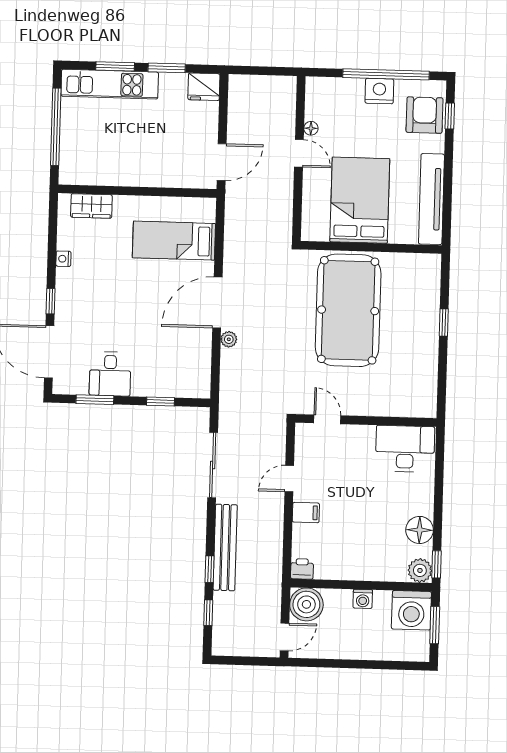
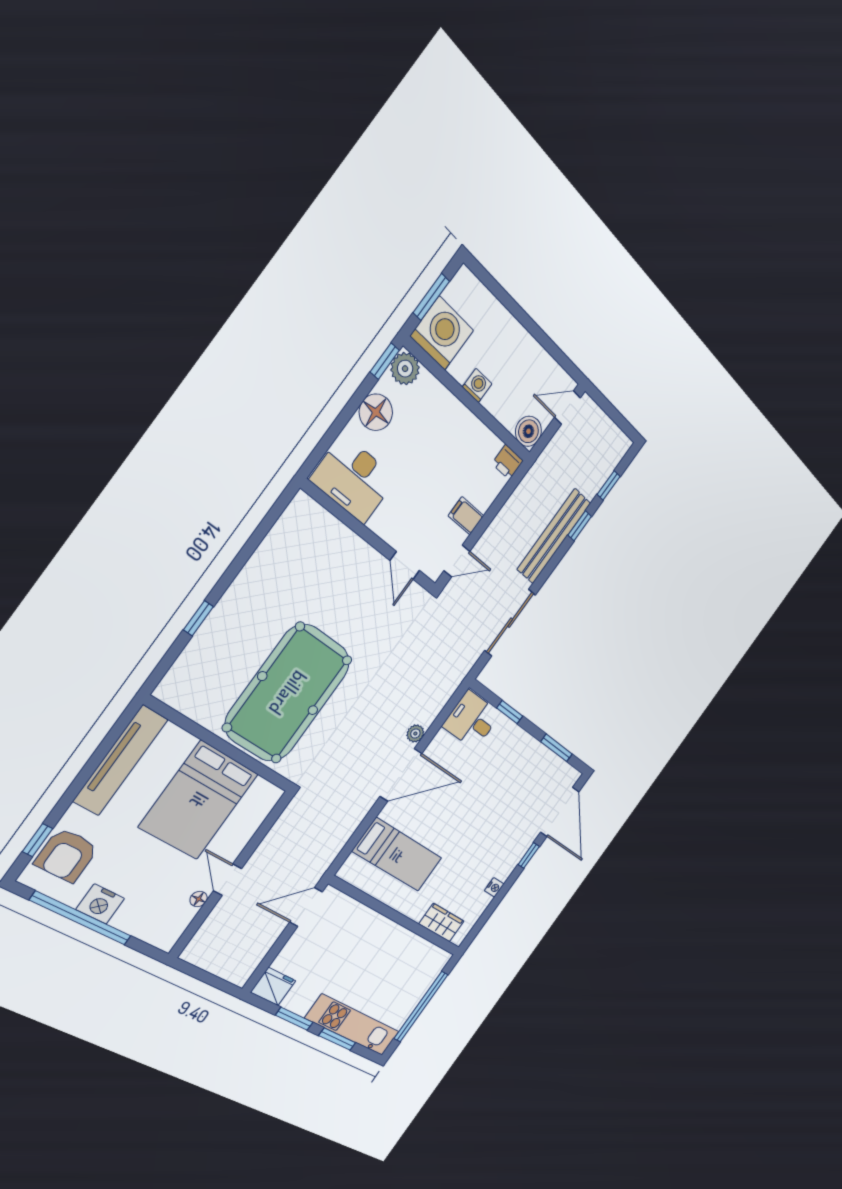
desk: (110, 374) -> (472, 720), moved, turned -90
door: (327, 419) -> (405, 565), moved
wall: (366, 420) -> (370, 538), moved
desk: (405, 449) -> (354, 479), moved
boiler: (306, 604) -> (528, 431), width x0.73, depth x0.73

